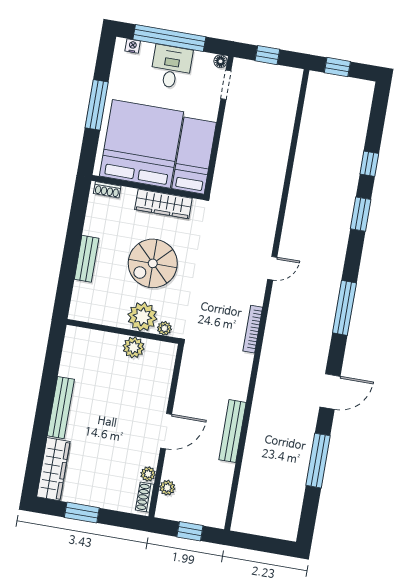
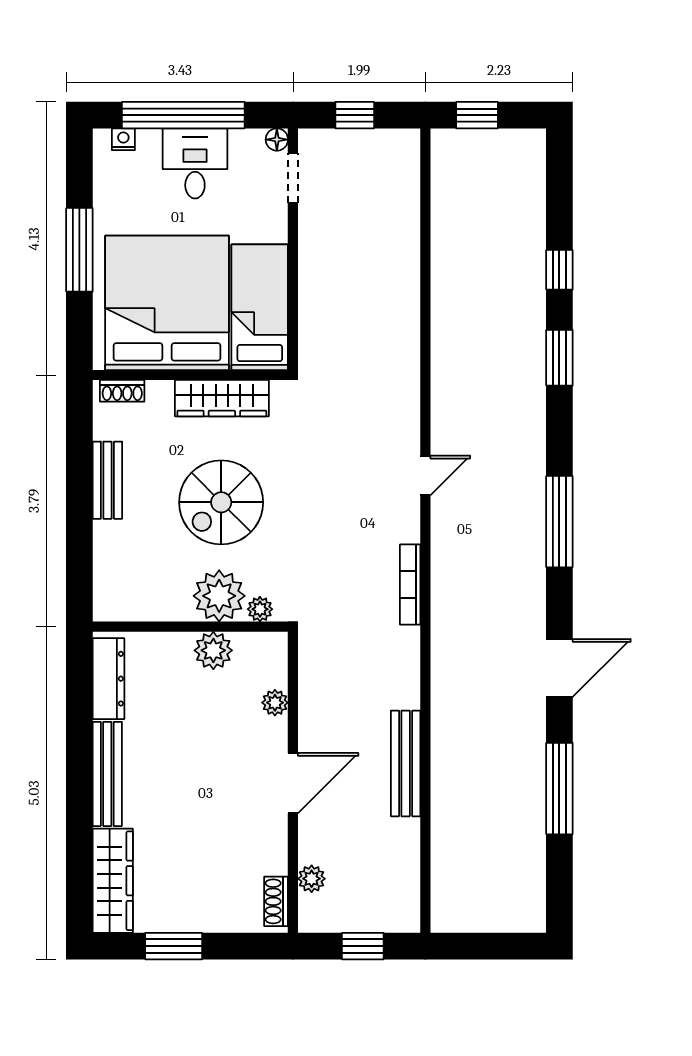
bench: (87, 259) -> (107, 480), moved
dresser: (71, 353) -> (109, 679), added
plant: (148, 474) -> (275, 703), moved

